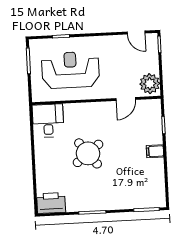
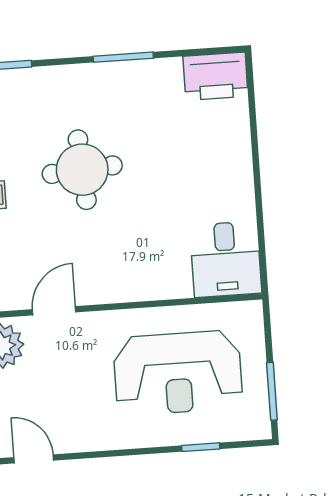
round table: (88, 153) -> (82, 170), moved, turned 34

